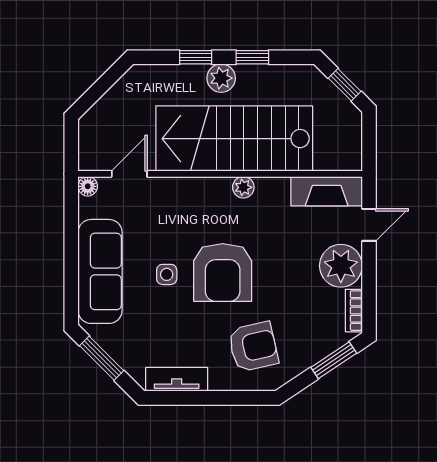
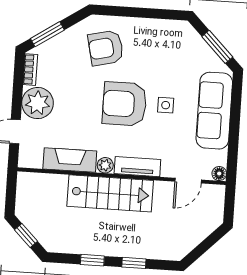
plant: (221, 78) -> (116, 246), removed
stairs: (234, 139) -> (110, 193), width x0.73, depth x0.66
fireplace: (327, 191) -> (70, 160), moved
armchair: (223, 272) -> (125, 104), turned -90
tv unit: (177, 379) -> (137, 167), moved, turned 180

